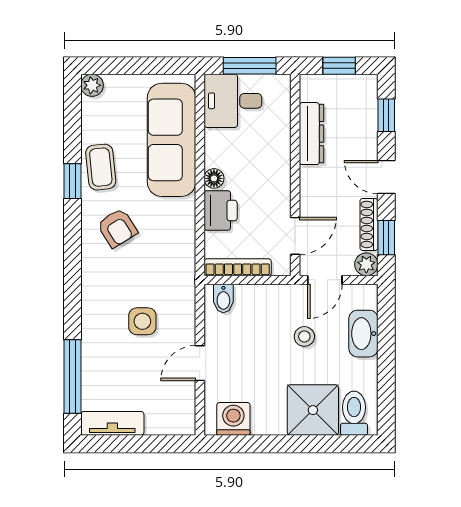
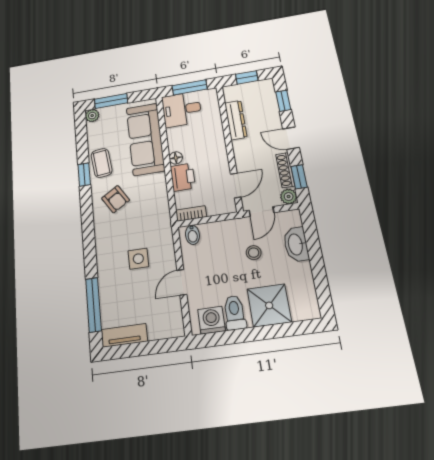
window: (124, 66) -> (111, 101), added
bookcase: (238, 267) -> (191, 213), width x0.64
toilet: (354, 413) -> (235, 313), moved

